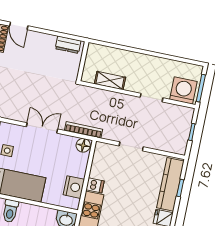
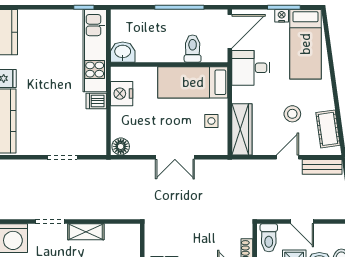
shelving: (110, 81) -> (86, 232), moved
bookcase: (84, 130) -> (124, 165), removed

